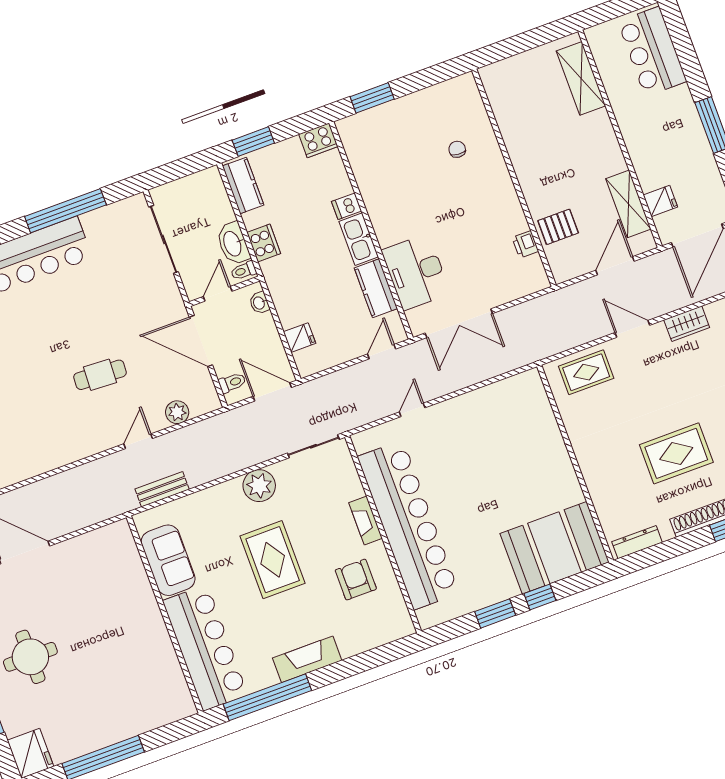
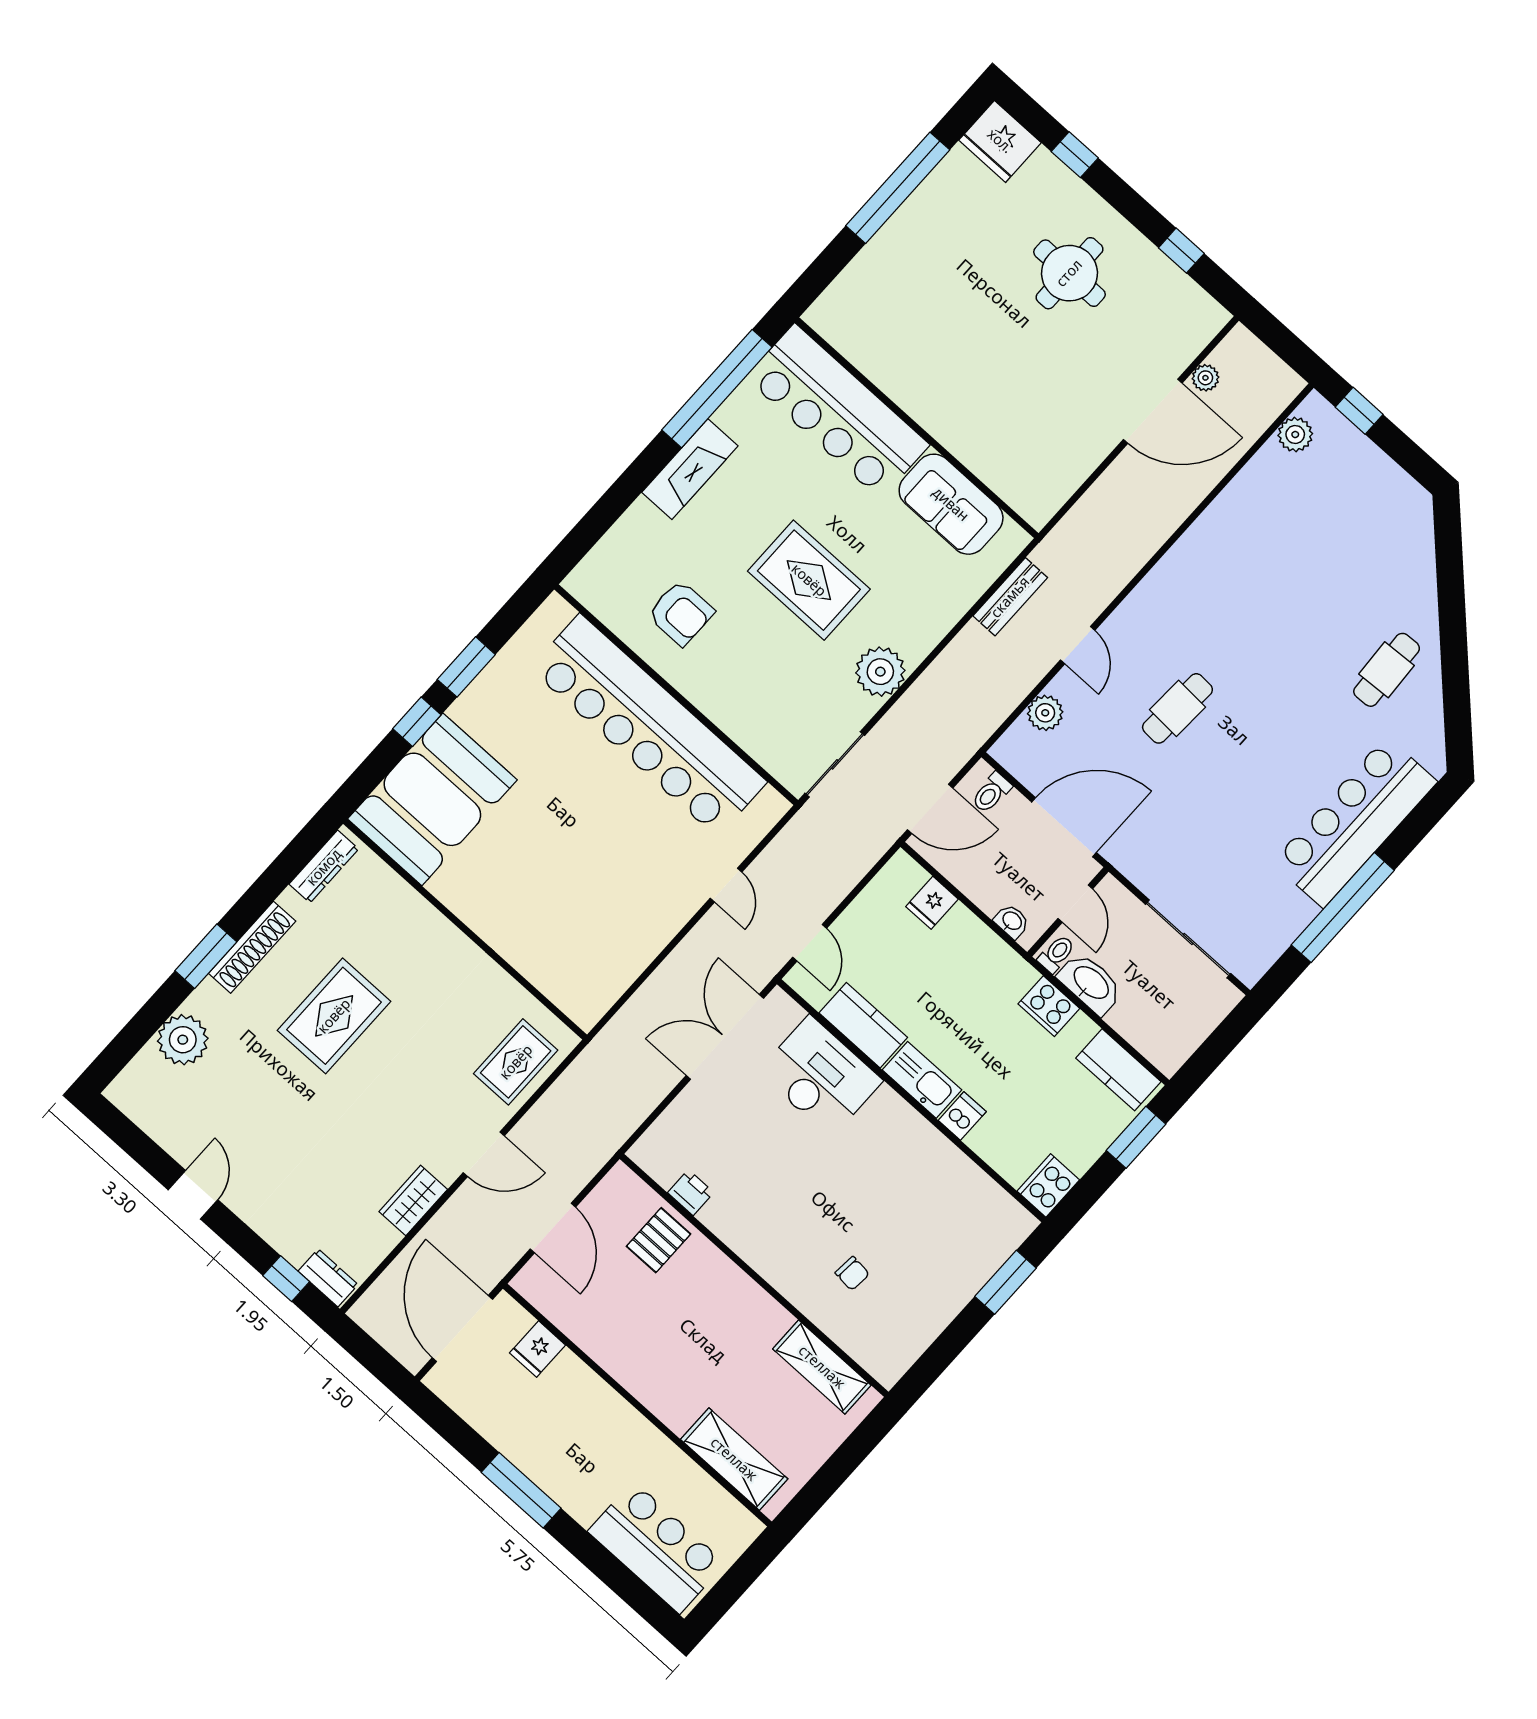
shelving: (628, 204) -> (822, 1367), moved
fireplace: (366, 520) -> (710, 701), removed

